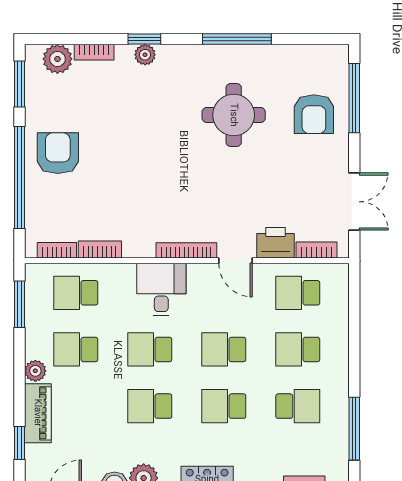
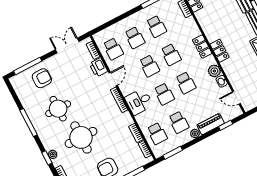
round table: (150, 131) -> (81, 137), added
school desk: (298, 406) -> (156, 26), turned 180

